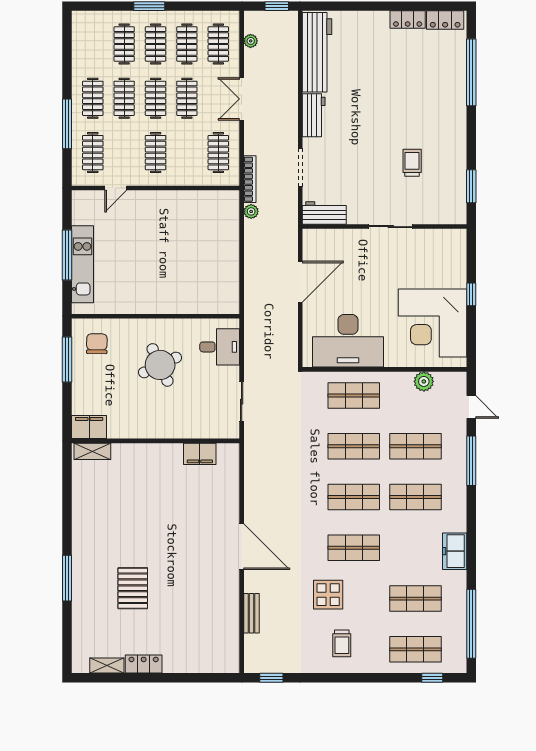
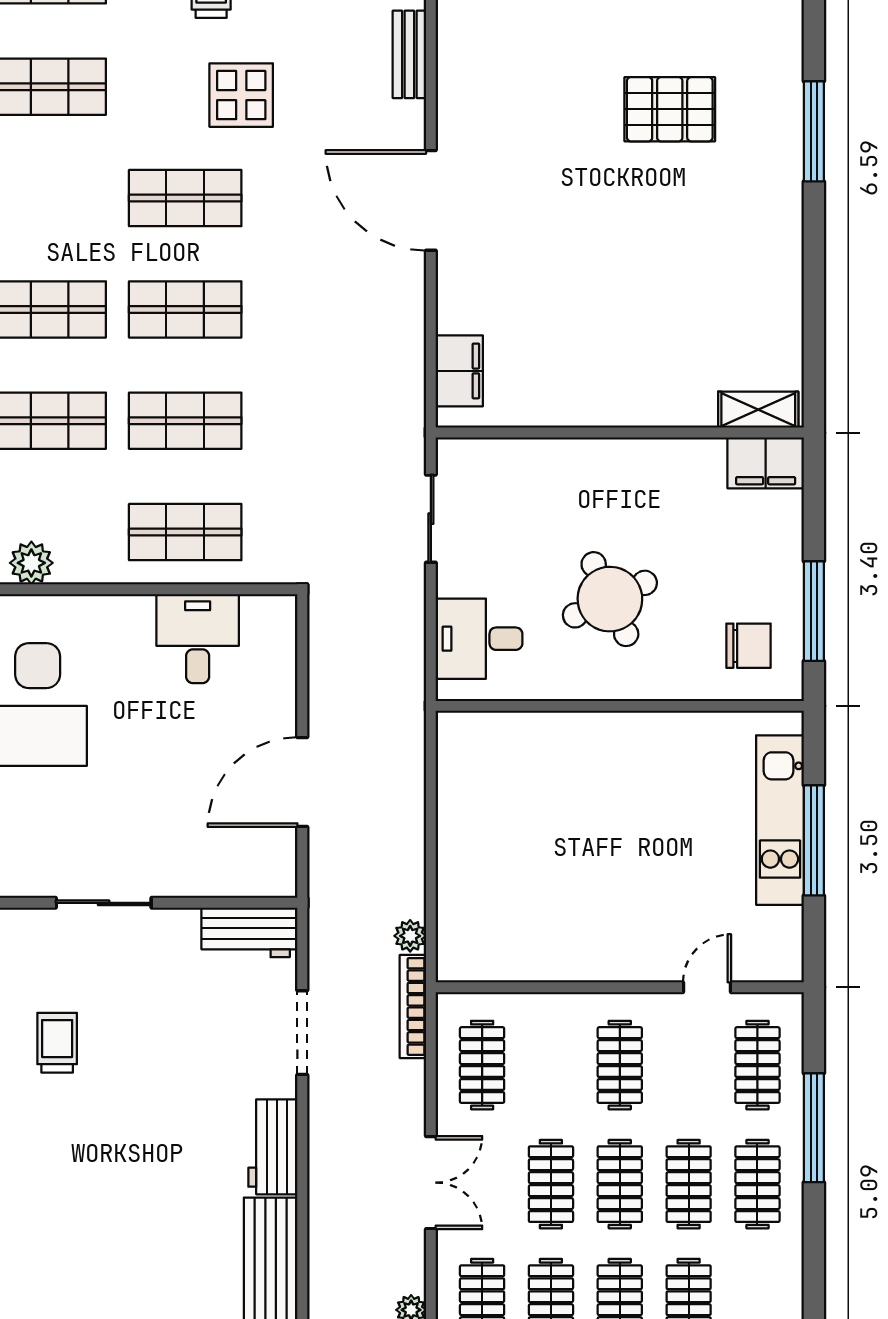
trolley: (412, 163) -> (57, 1043), turned 180
desk: (348, 341) -> (198, 639), width x0.53, depth x0.77
chair: (97, 344) -> (749, 646), turned -91
filing cabinet: (200, 454) -> (459, 371), moved, turned 90
pallet: (133, 588) -> (670, 109), turned 90

